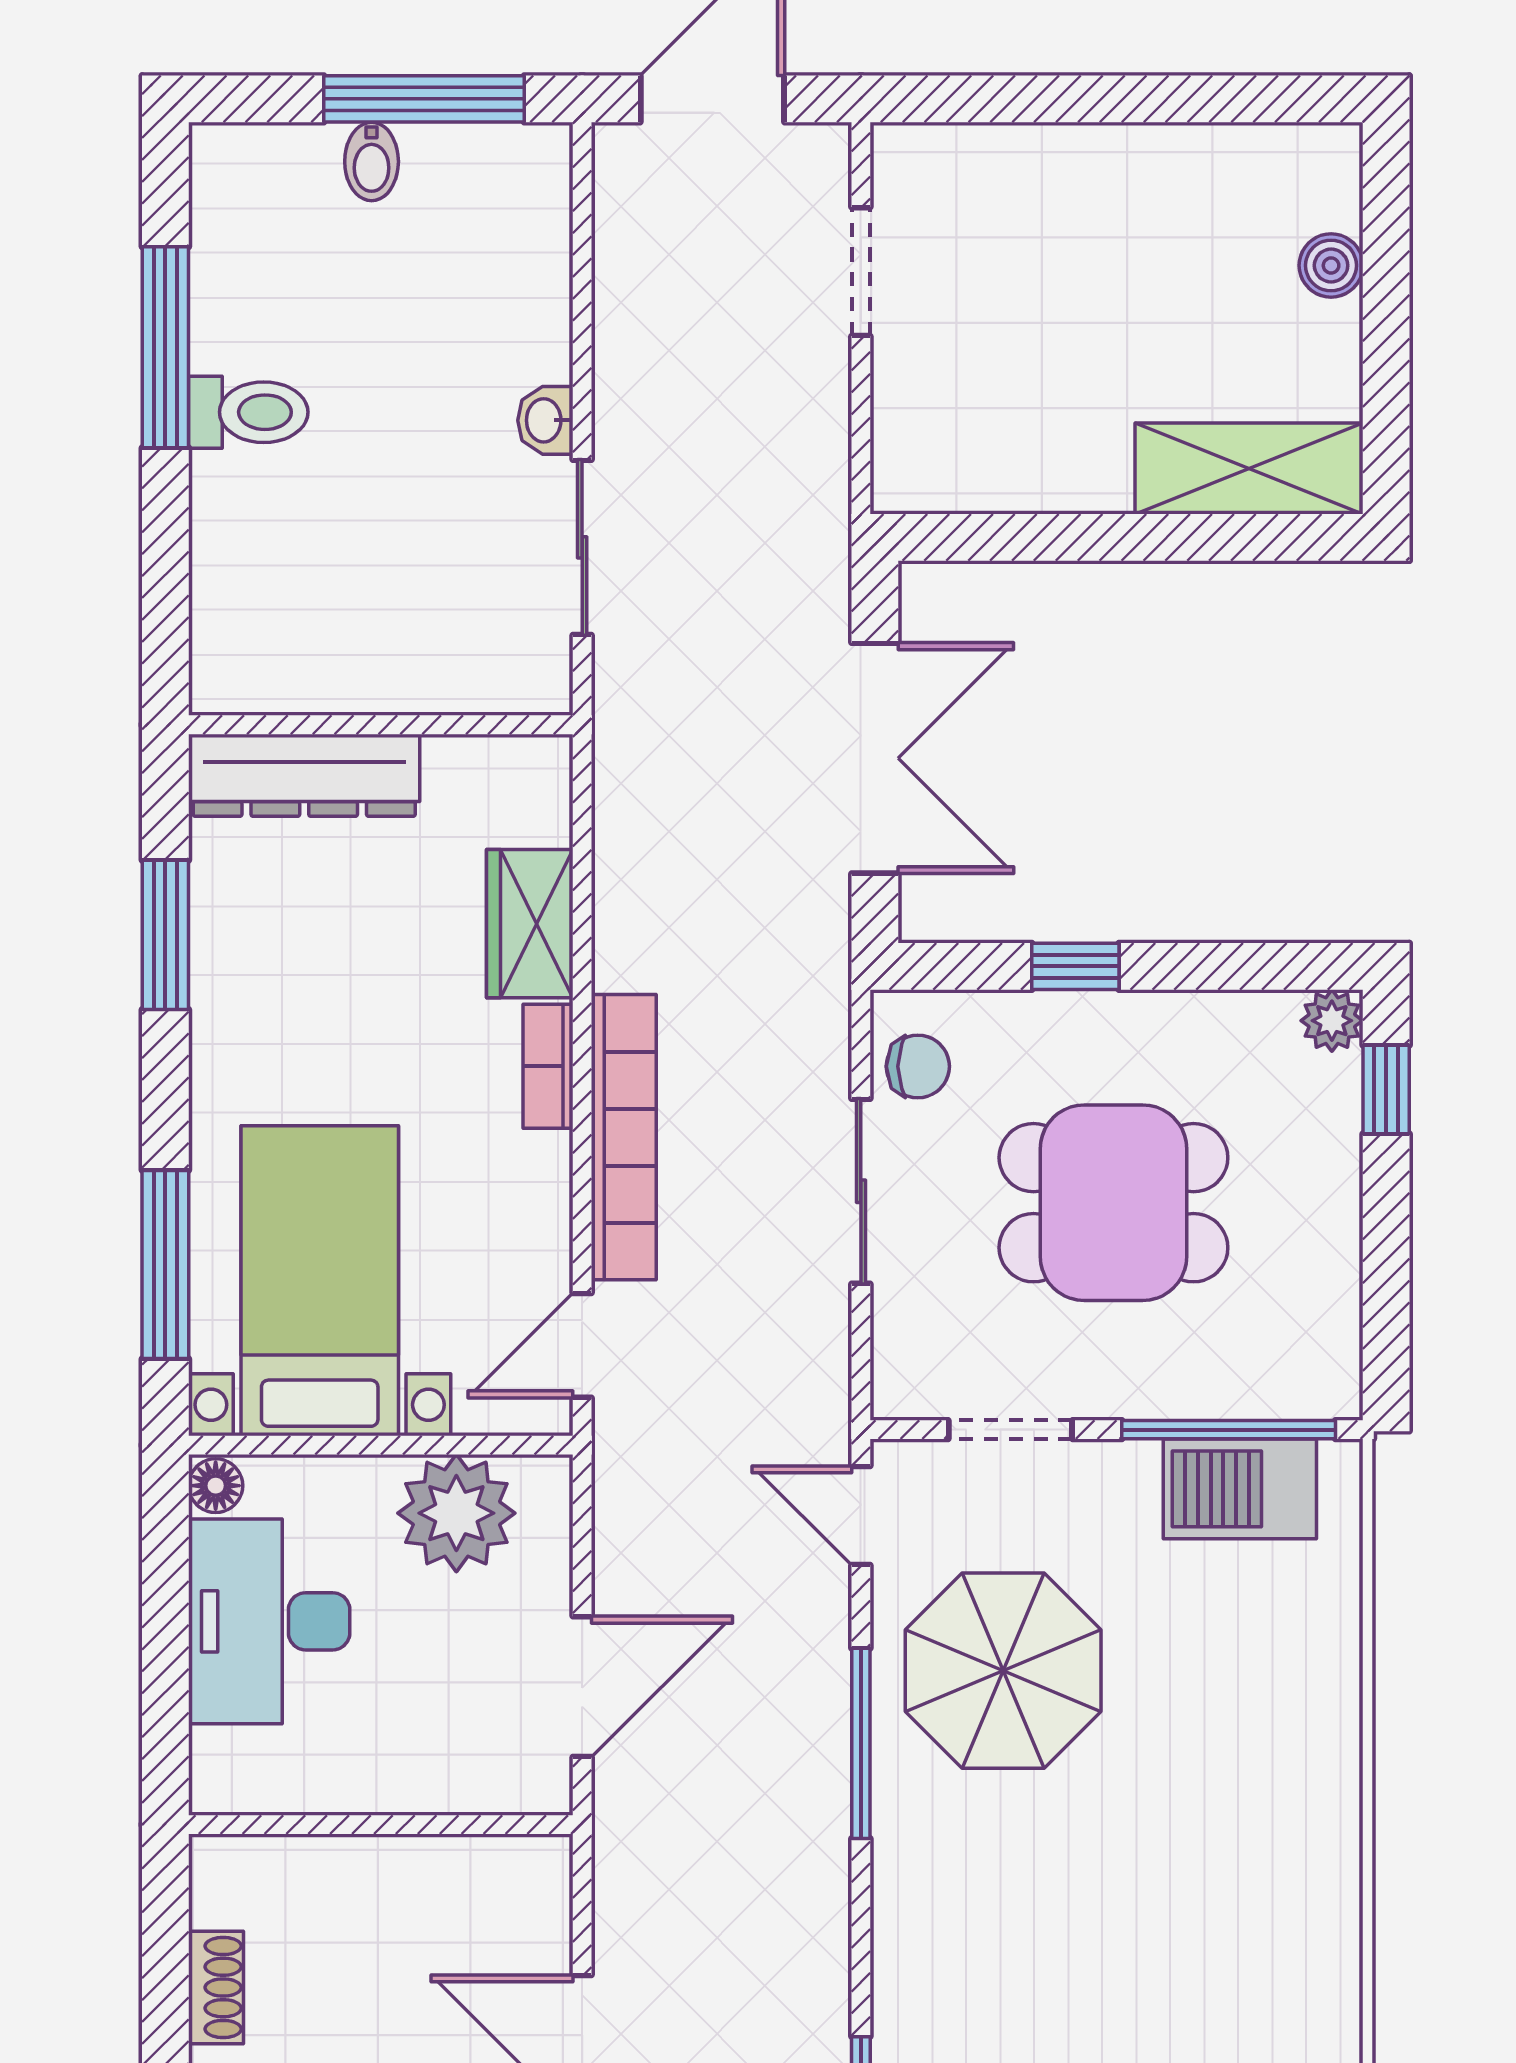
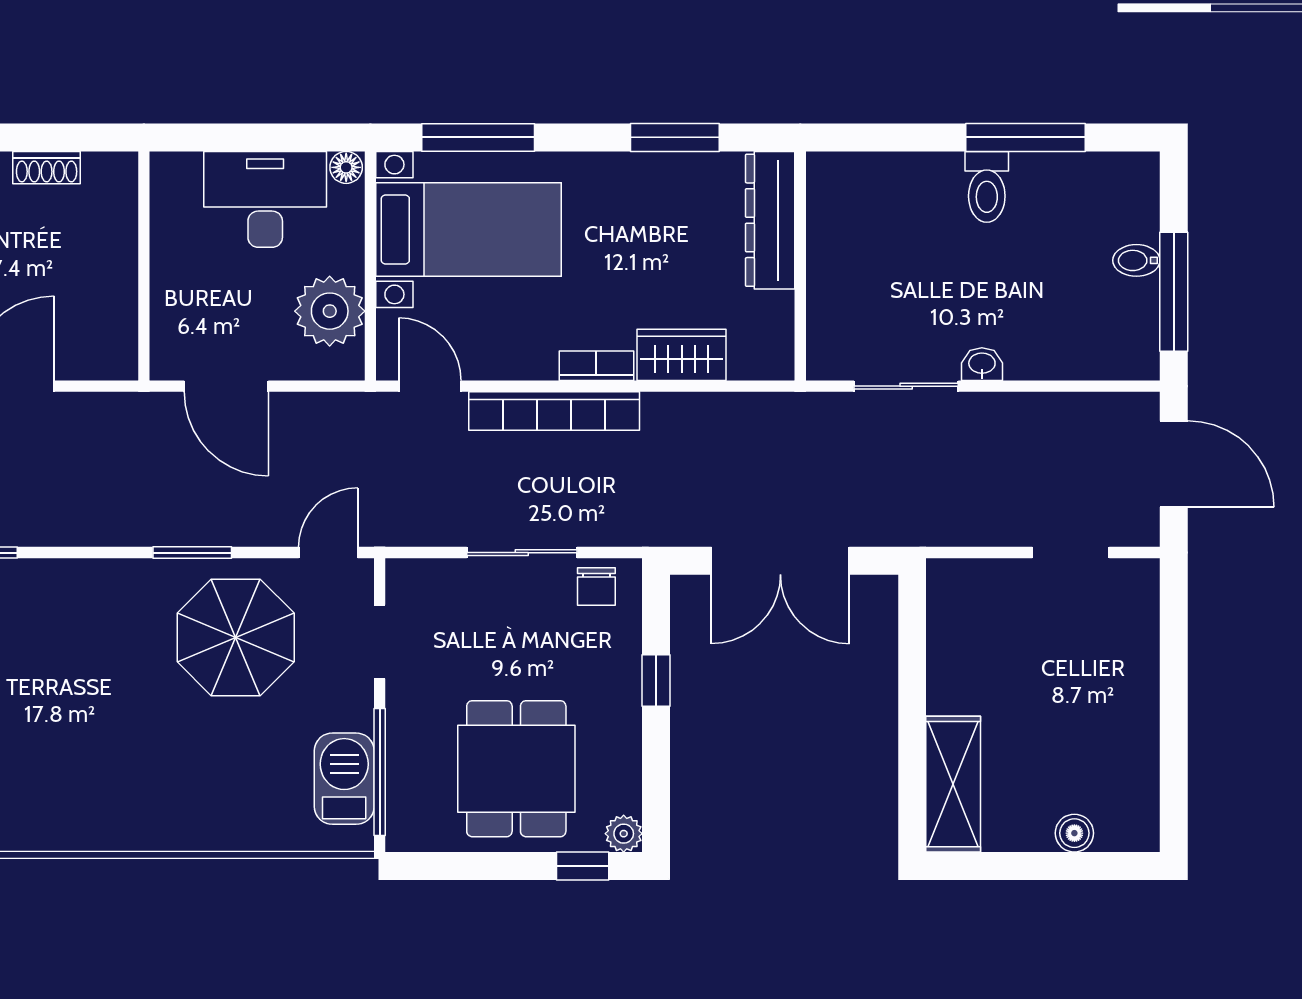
dining table: (1113, 1203) -> (516, 769), moved
window: (861, 1743) -> (192, 553), width x0.69

